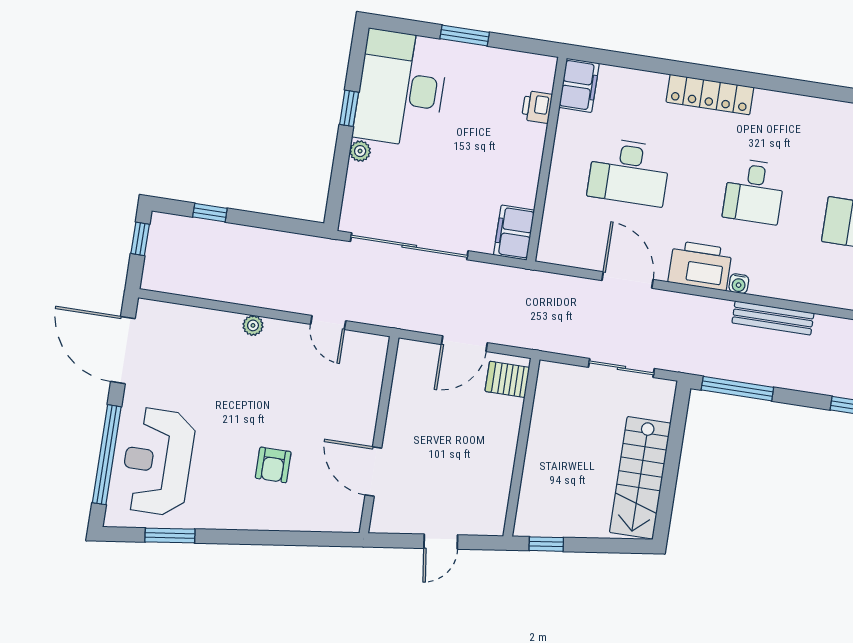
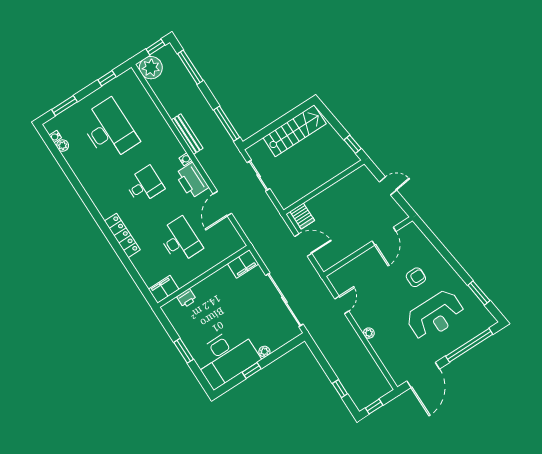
reception desk: (157, 462) -> (435, 315), moved

